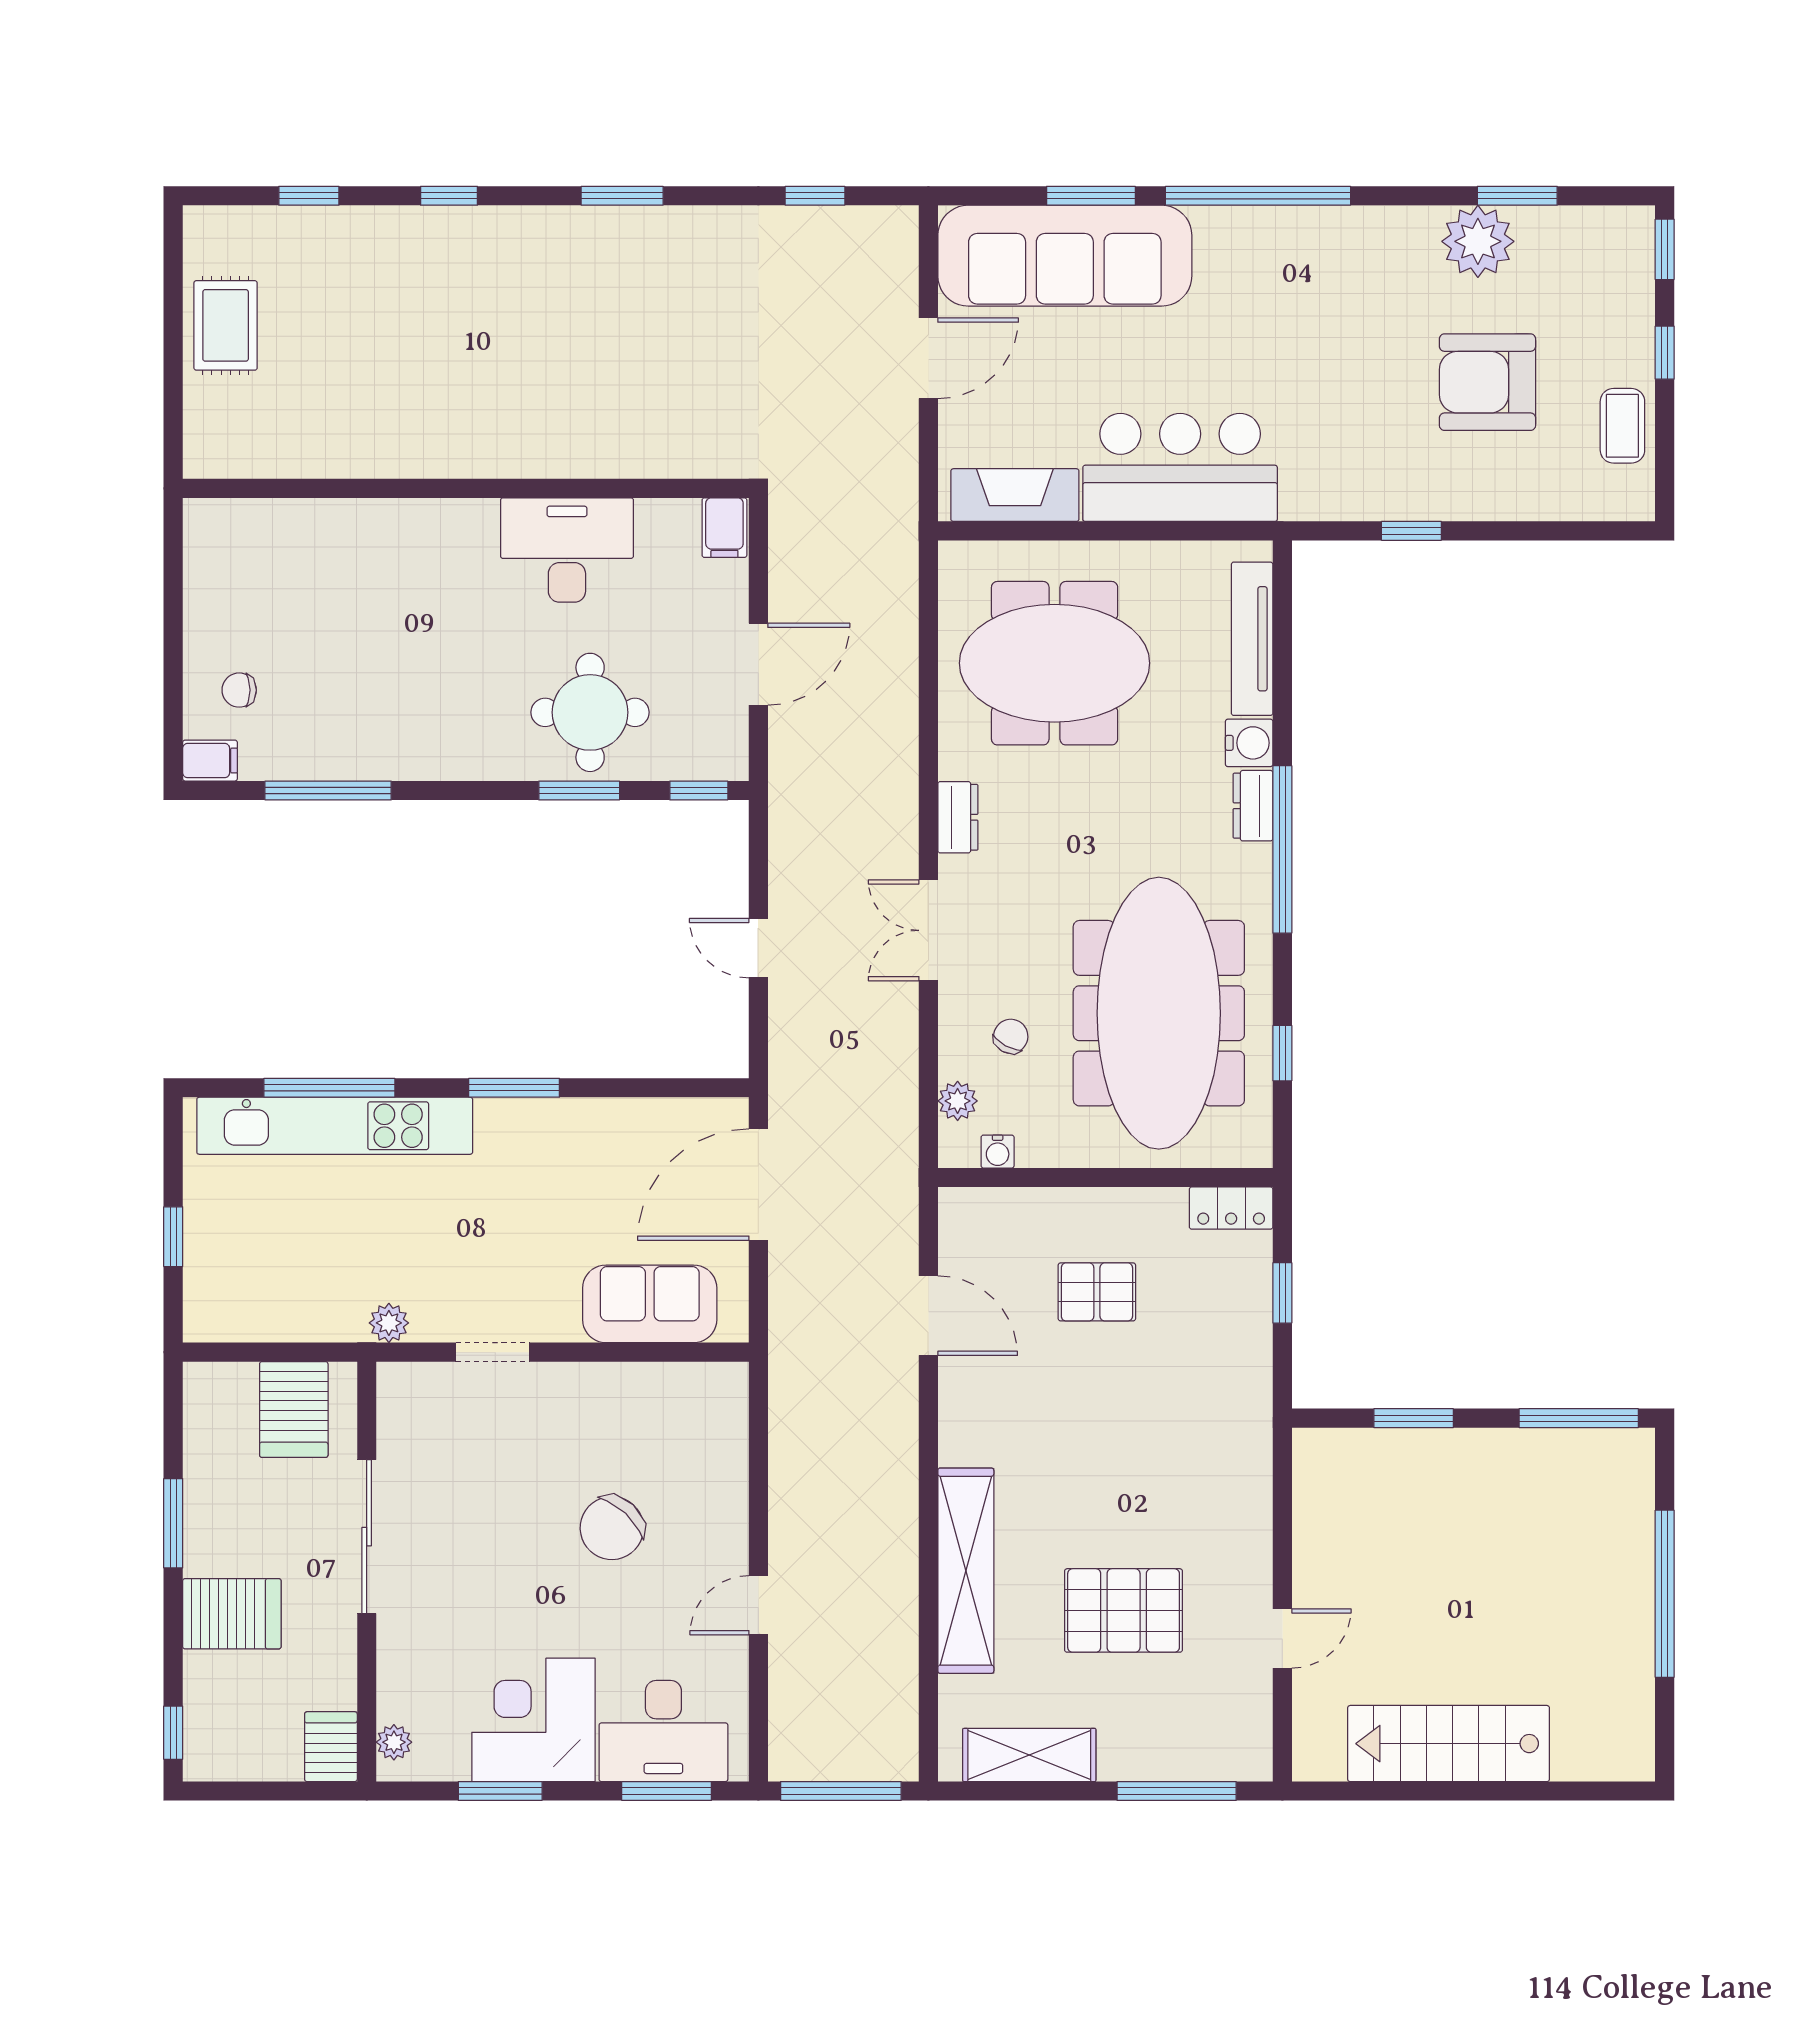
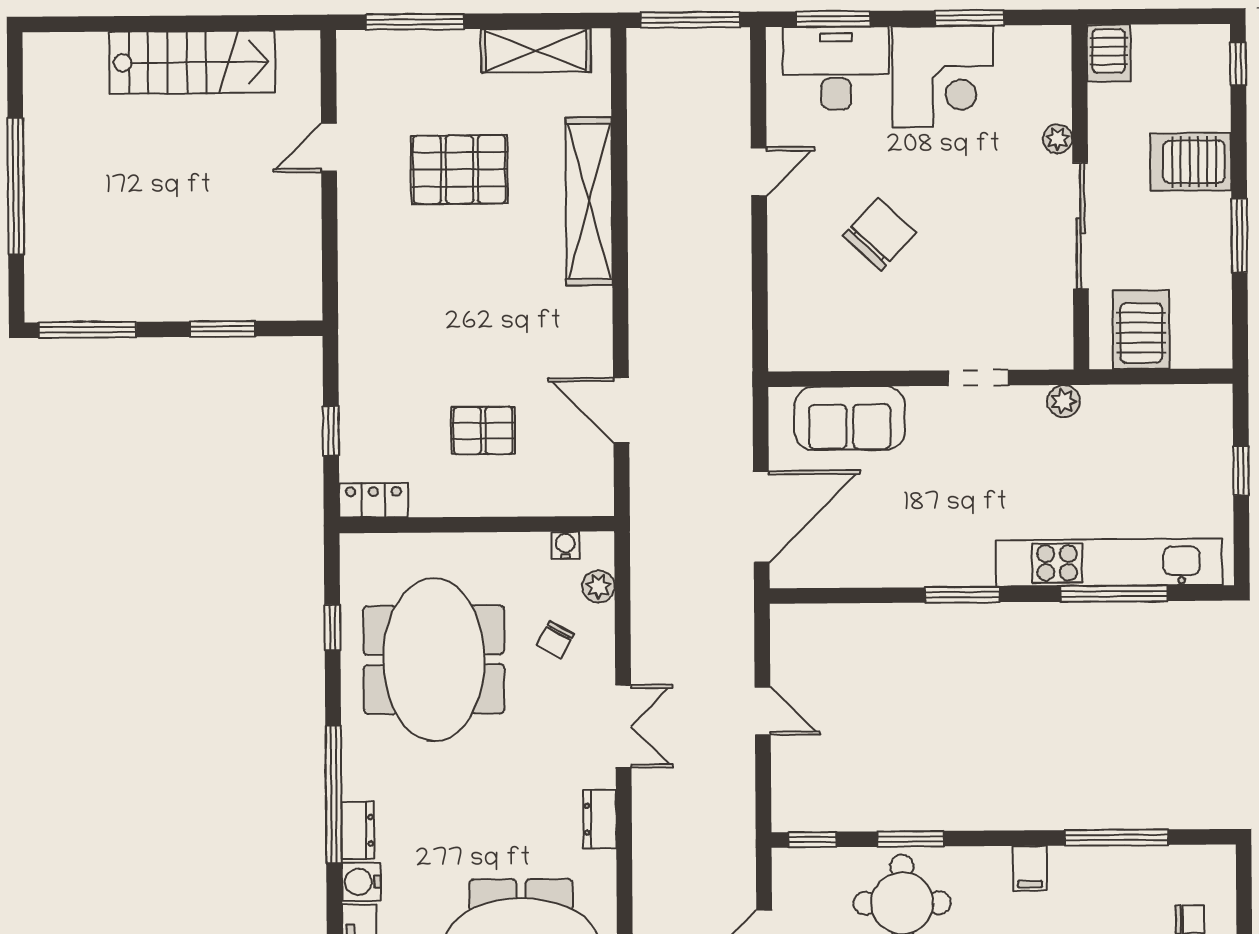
filing cabinet: (210, 761) -> (1030, 868), moved, turned -90
meeting table: (1159, 1013) -> (434, 660), width x0.73
plant: (394, 1742) -> (1058, 139), moved

